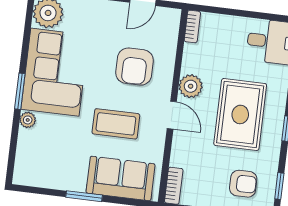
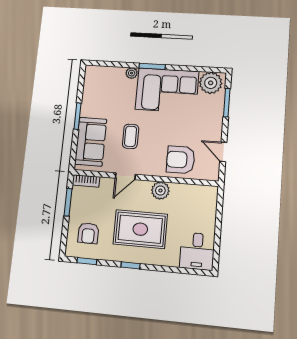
bookcase: (192, 27) -> (206, 190), removed
armchair: (135, 67) -> (181, 160), moved
door: (172, 115) -> (125, 176), moved
coffee table: (116, 124) -> (131, 136), width x0.73, depth x0.77

